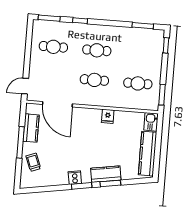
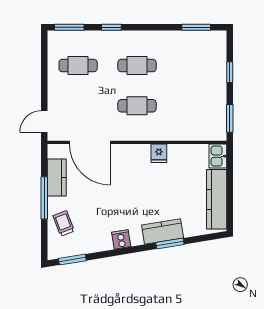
window: (166, 45) -> (230, 72), moved
cafe table: (138, 83) -> (196, 106), removed
window: (82, 186) -> (72, 260), moved

